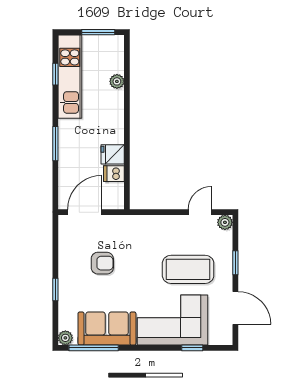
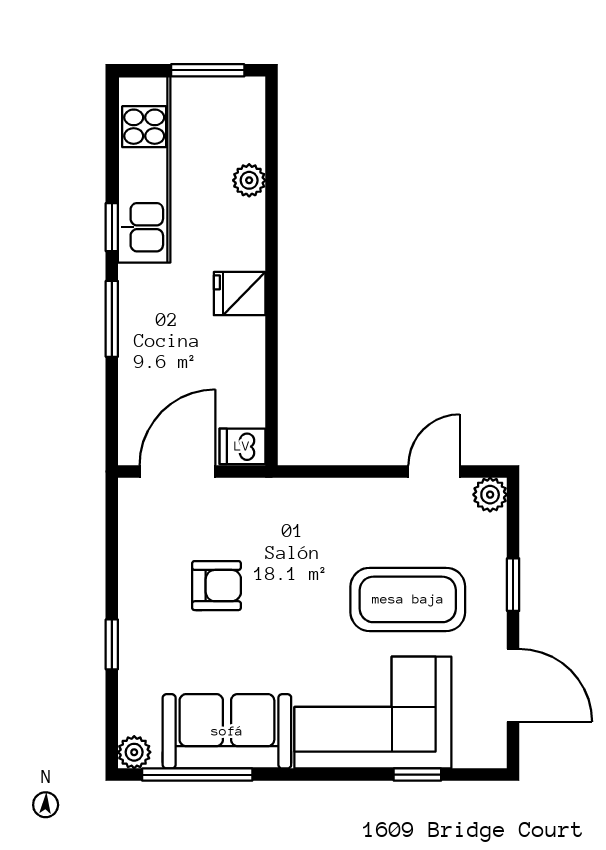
window: (55, 74) -> (112, 227), moved
fridge: (113, 154) -> (240, 294), moved
dishwasher: (114, 174) -> (242, 446), moved

